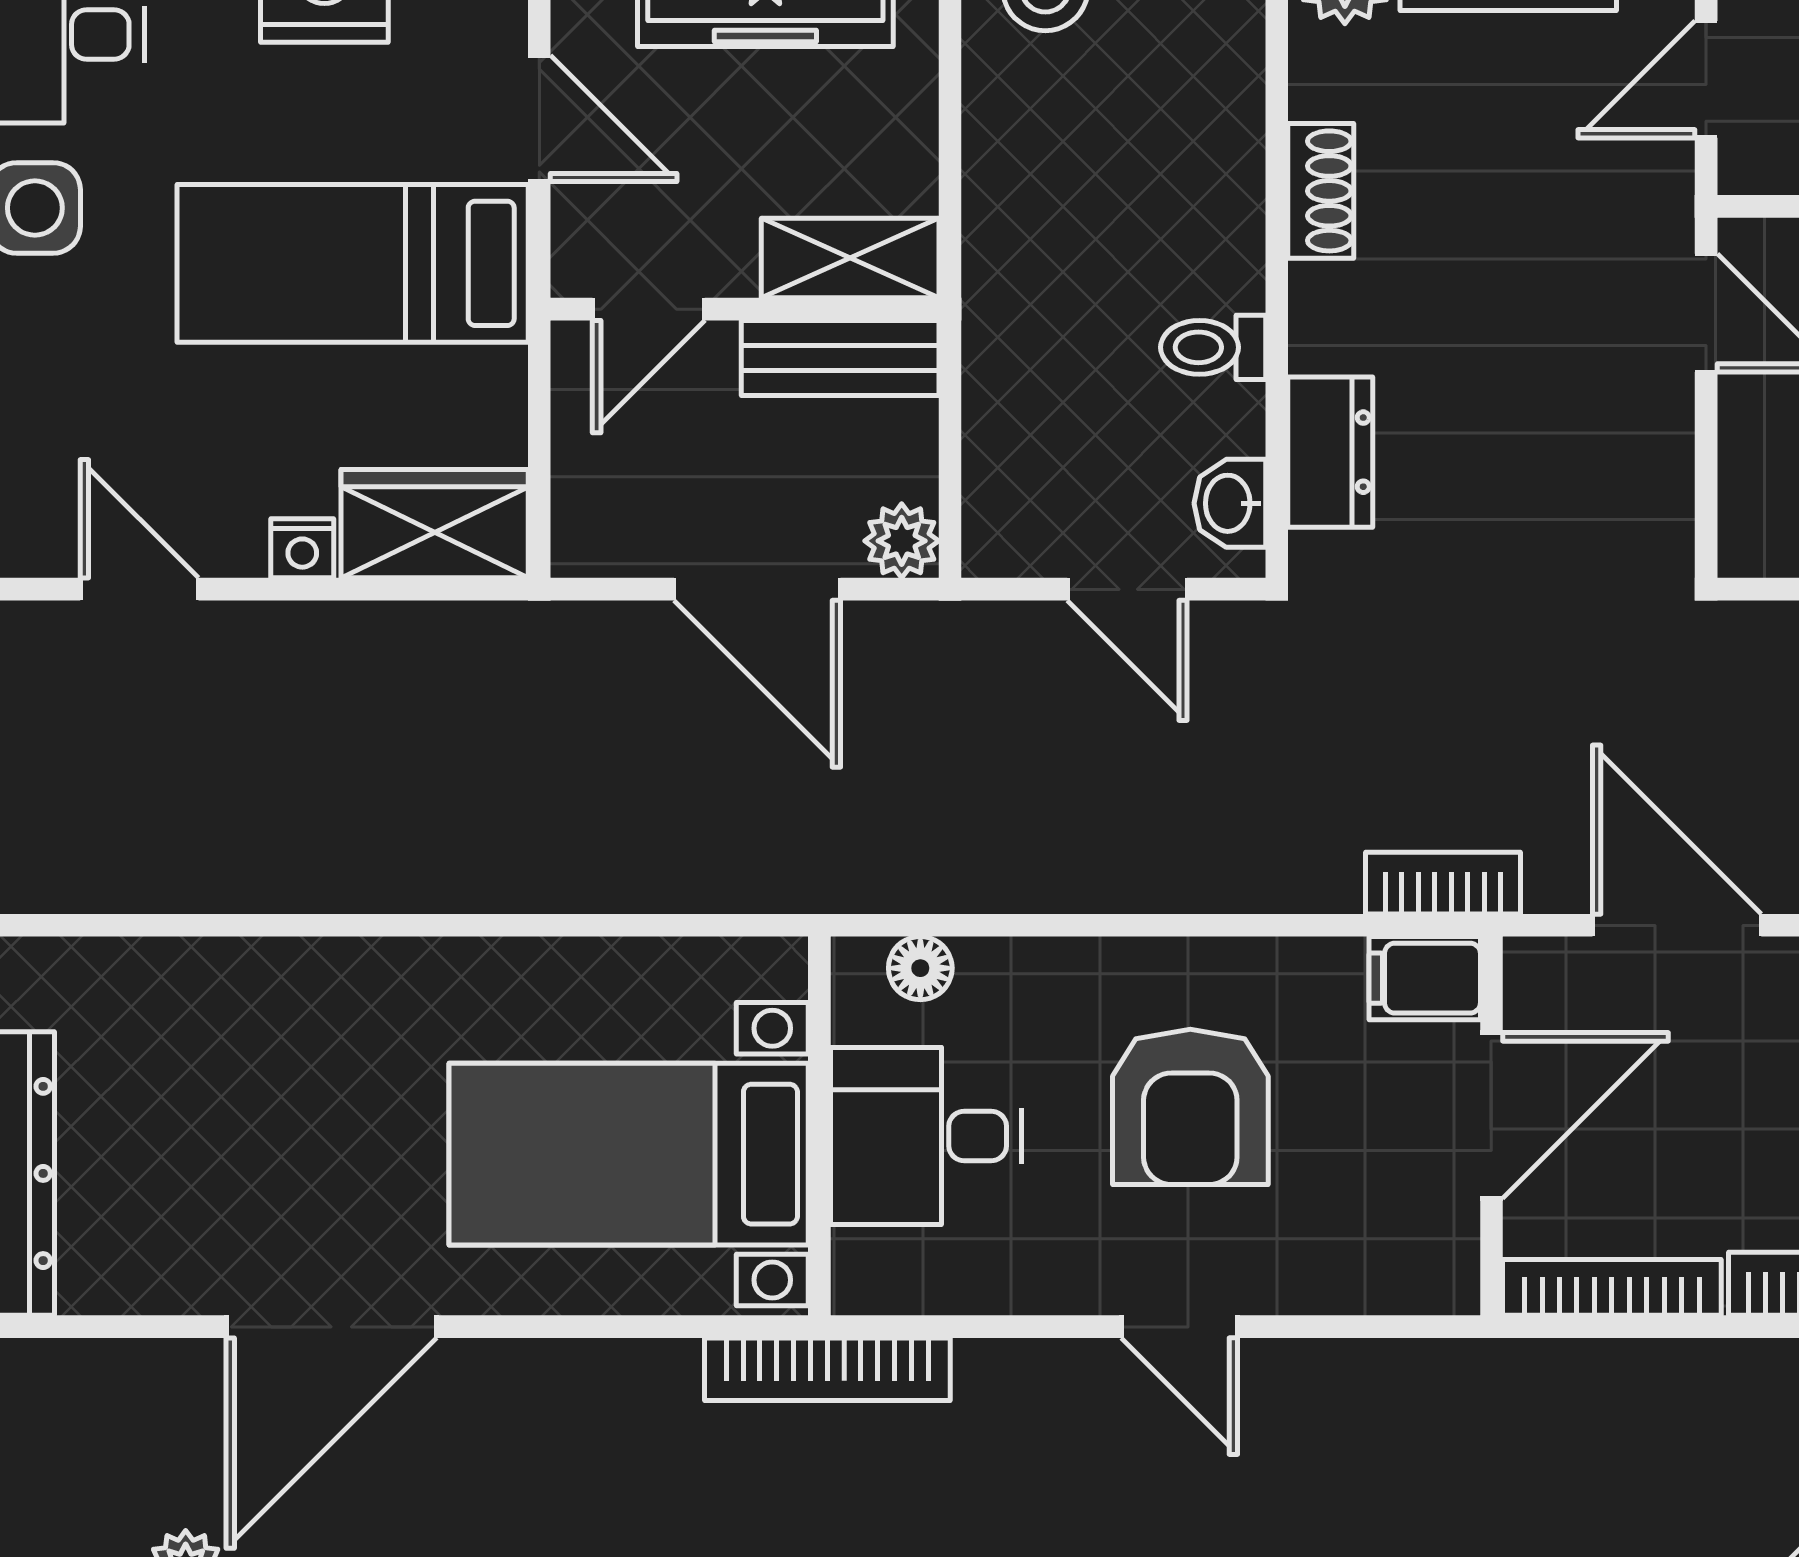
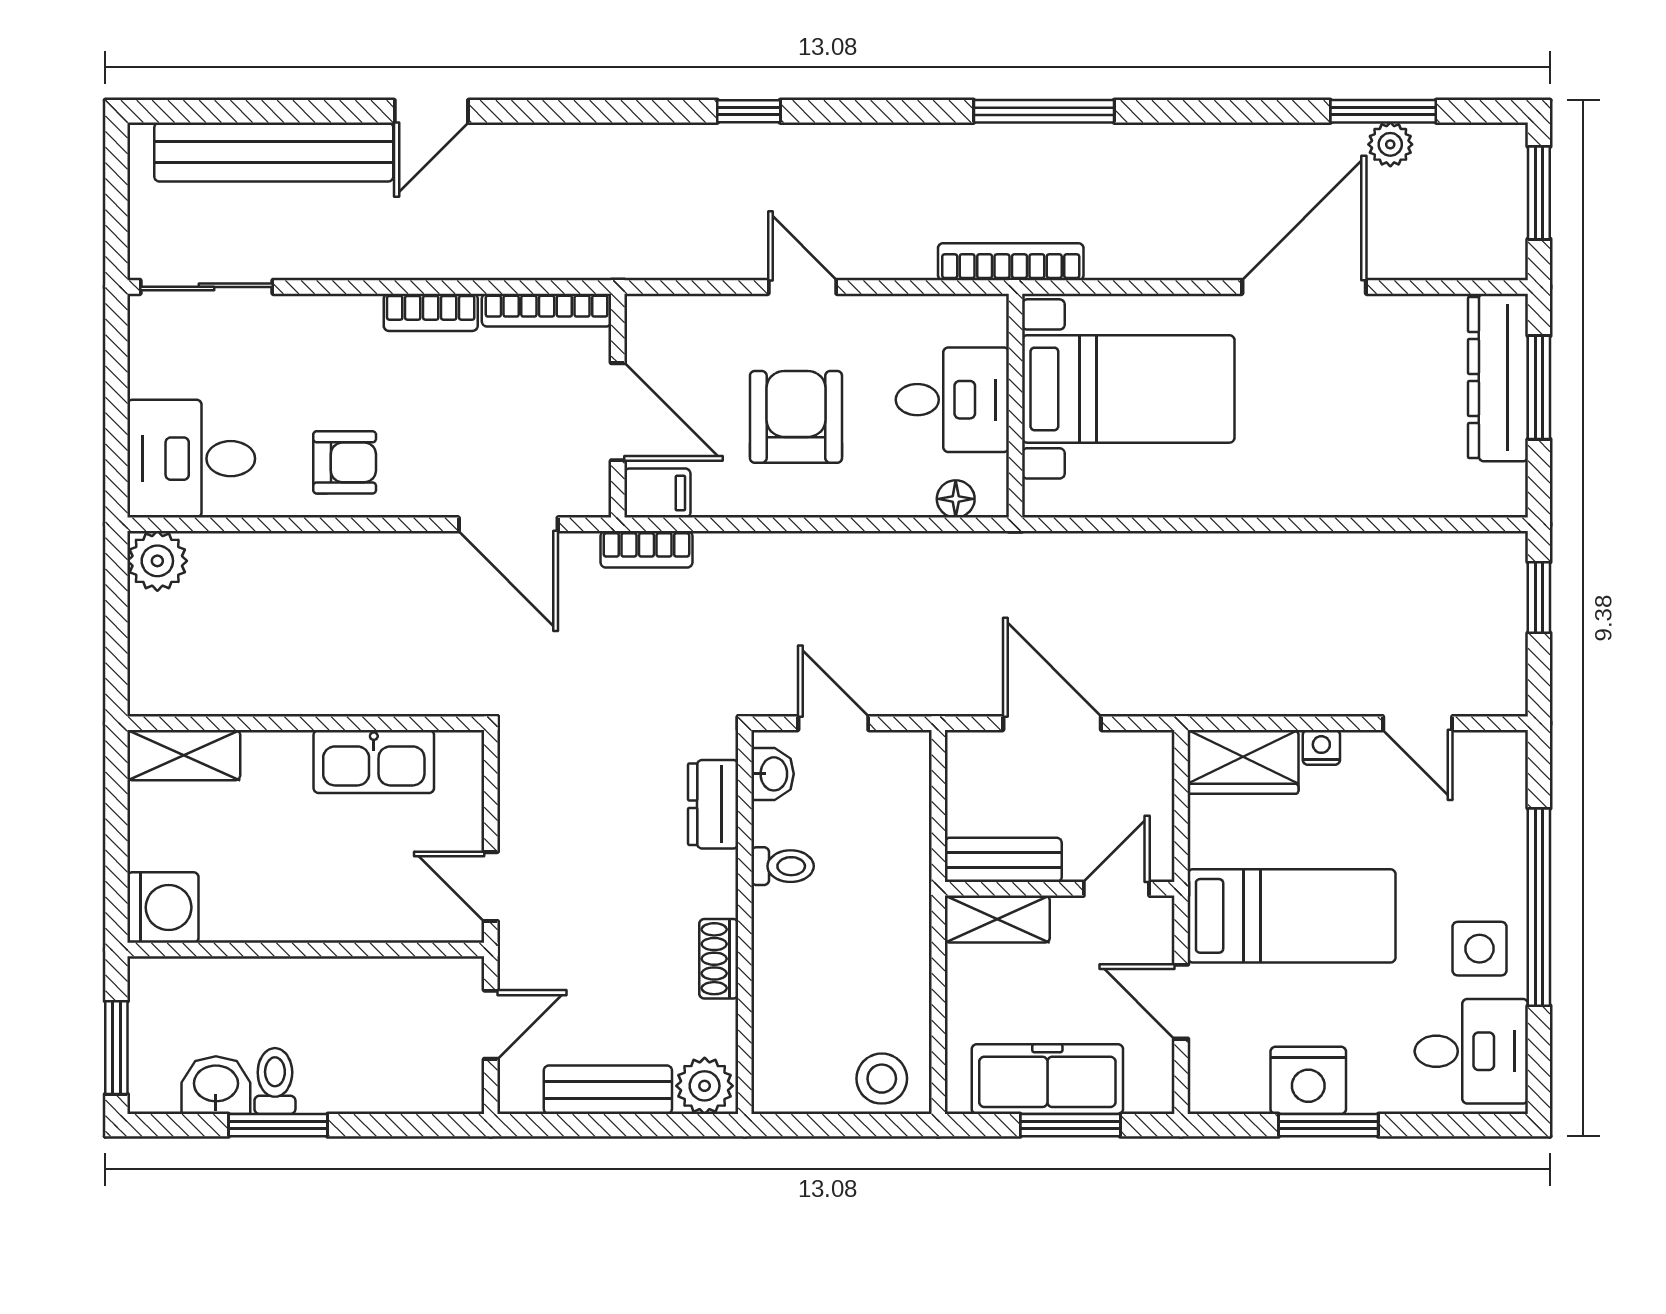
plant: (902, 541) -> (967, 752), removed
door: (1491, 1116) -> (618, 412), swing flipped

